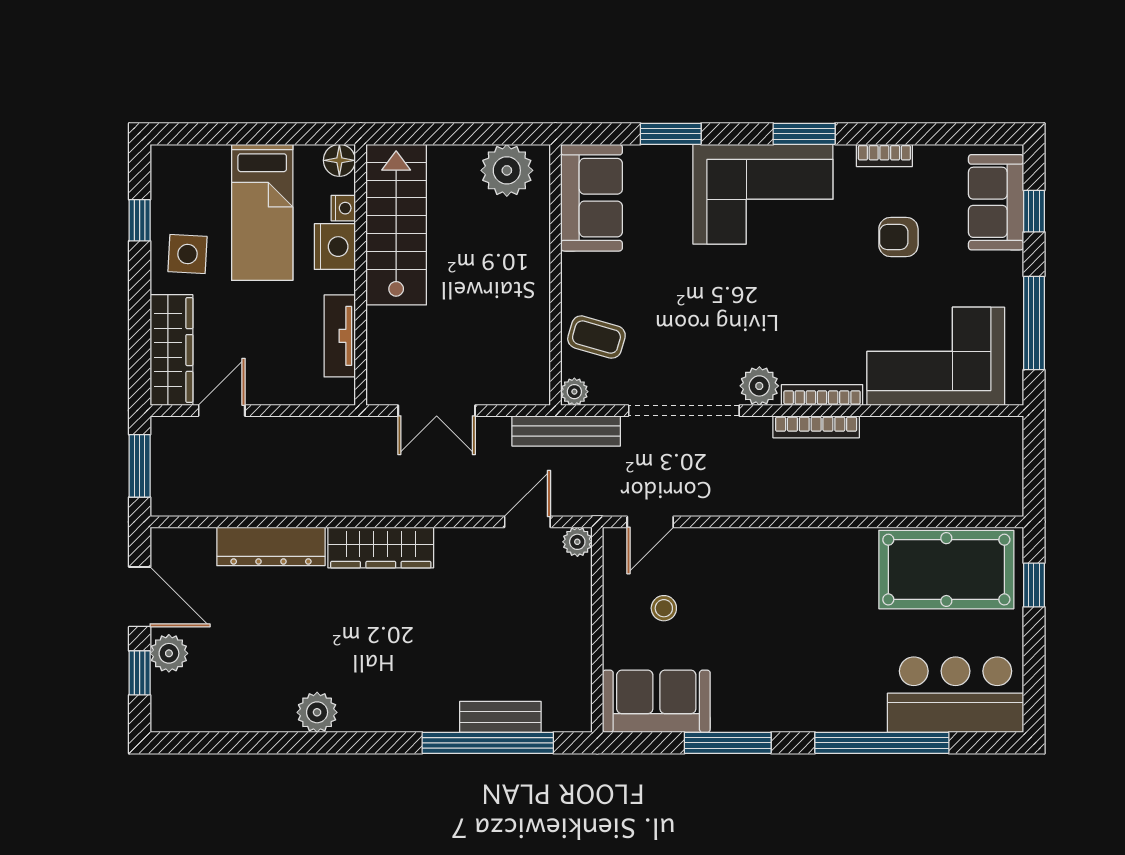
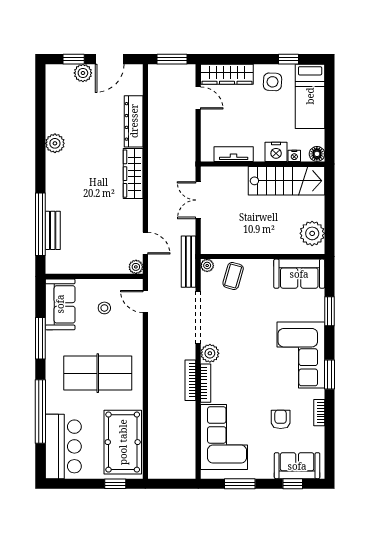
bed: (262, 212) -> (310, 96), moved, turned -90
window: (1034, 323) -> (240, 484), width x0.69
table tennis table: (801, 622) -> (98, 373), added

